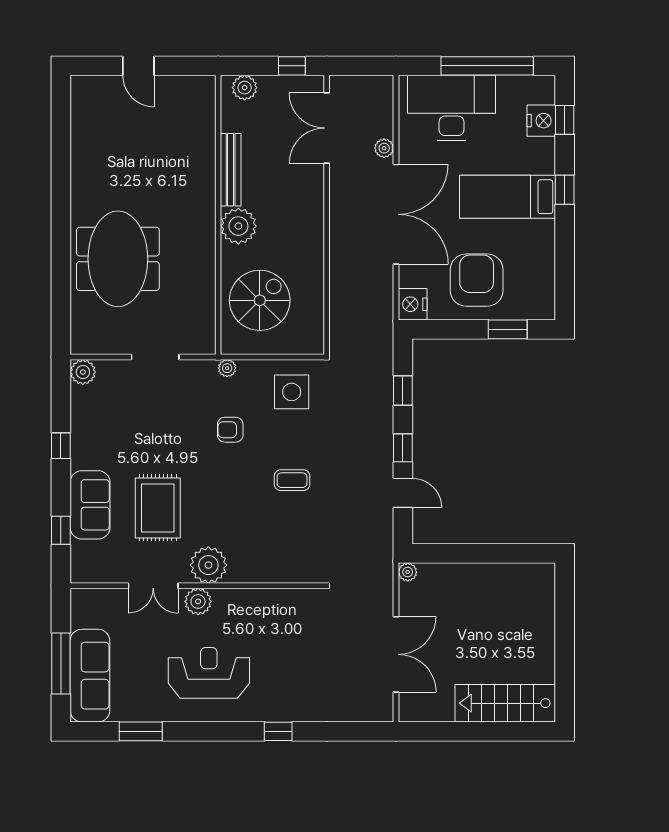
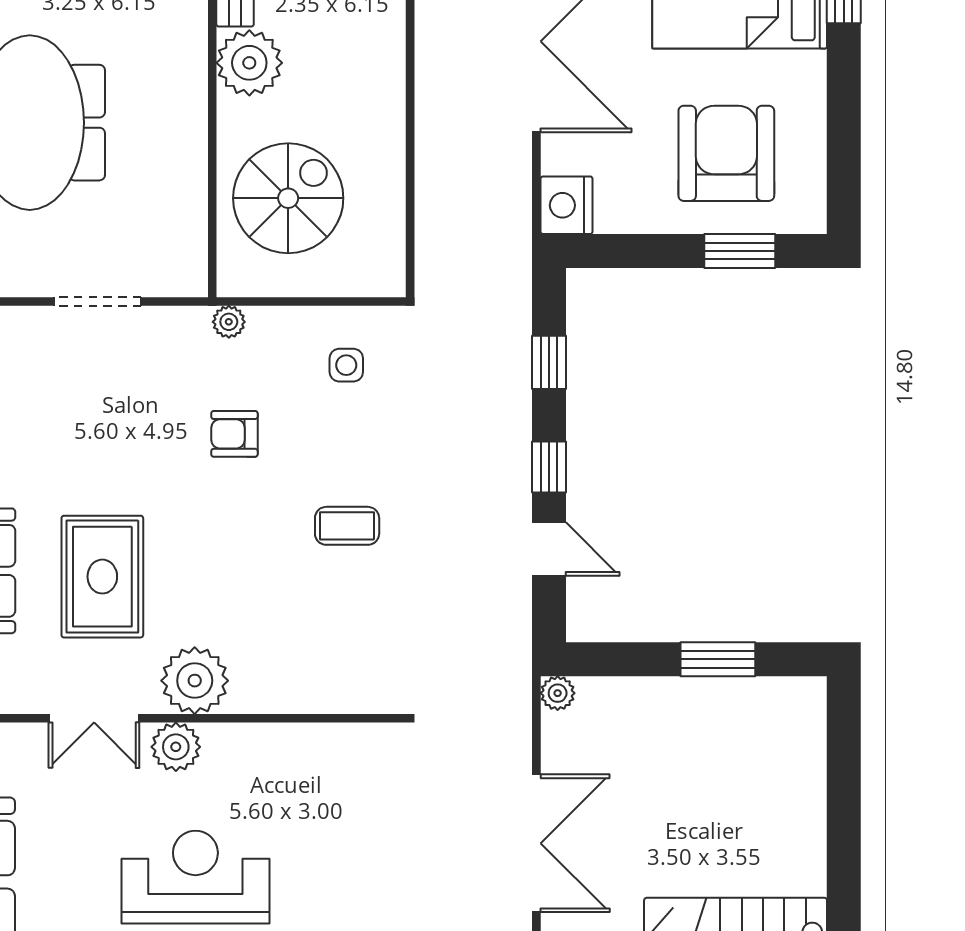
armchair: (477, 280) -> (726, 153), moved
side table: (292, 392) -> (346, 365), width x0.54, depth x0.54
window: (496, 553) -> (718, 659), added

